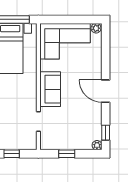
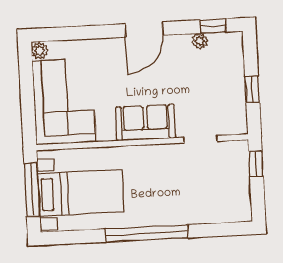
plant: (97, 145) -> (200, 41), moved
window: (12, 154) -> (256, 164), moved

